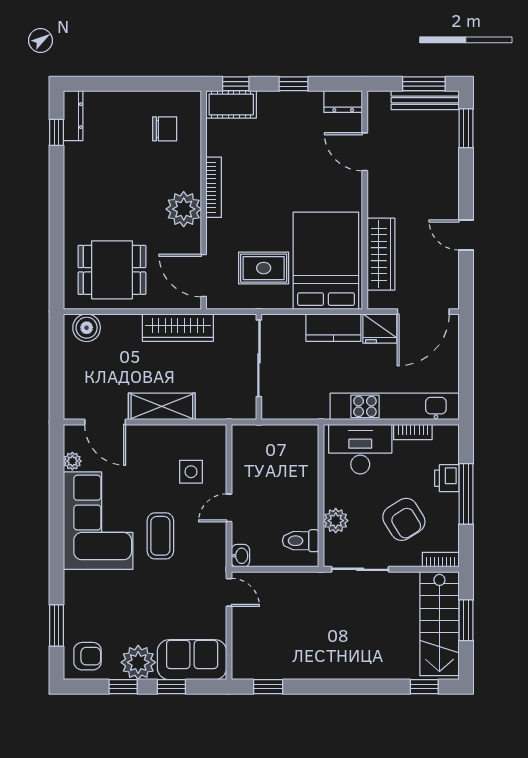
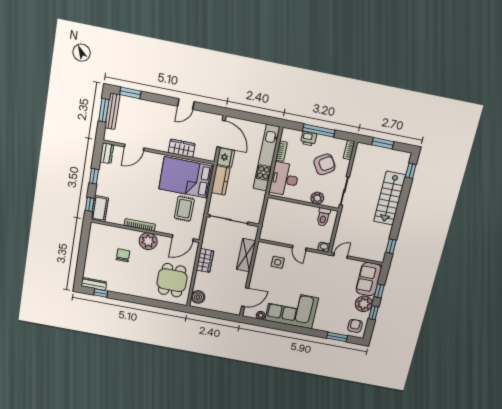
chair: (165, 129) -> (123, 255), moved
wardrobe: (381, 254) -> (182, 148), width x0.67
wardrobe: (178, 328) -> (205, 261), width x0.67
shelving: (162, 406) -> (246, 255), moved
coffee table: (160, 536) -> (306, 282), removed
stairs: (439, 624) -> (390, 198), moved, turned 90

